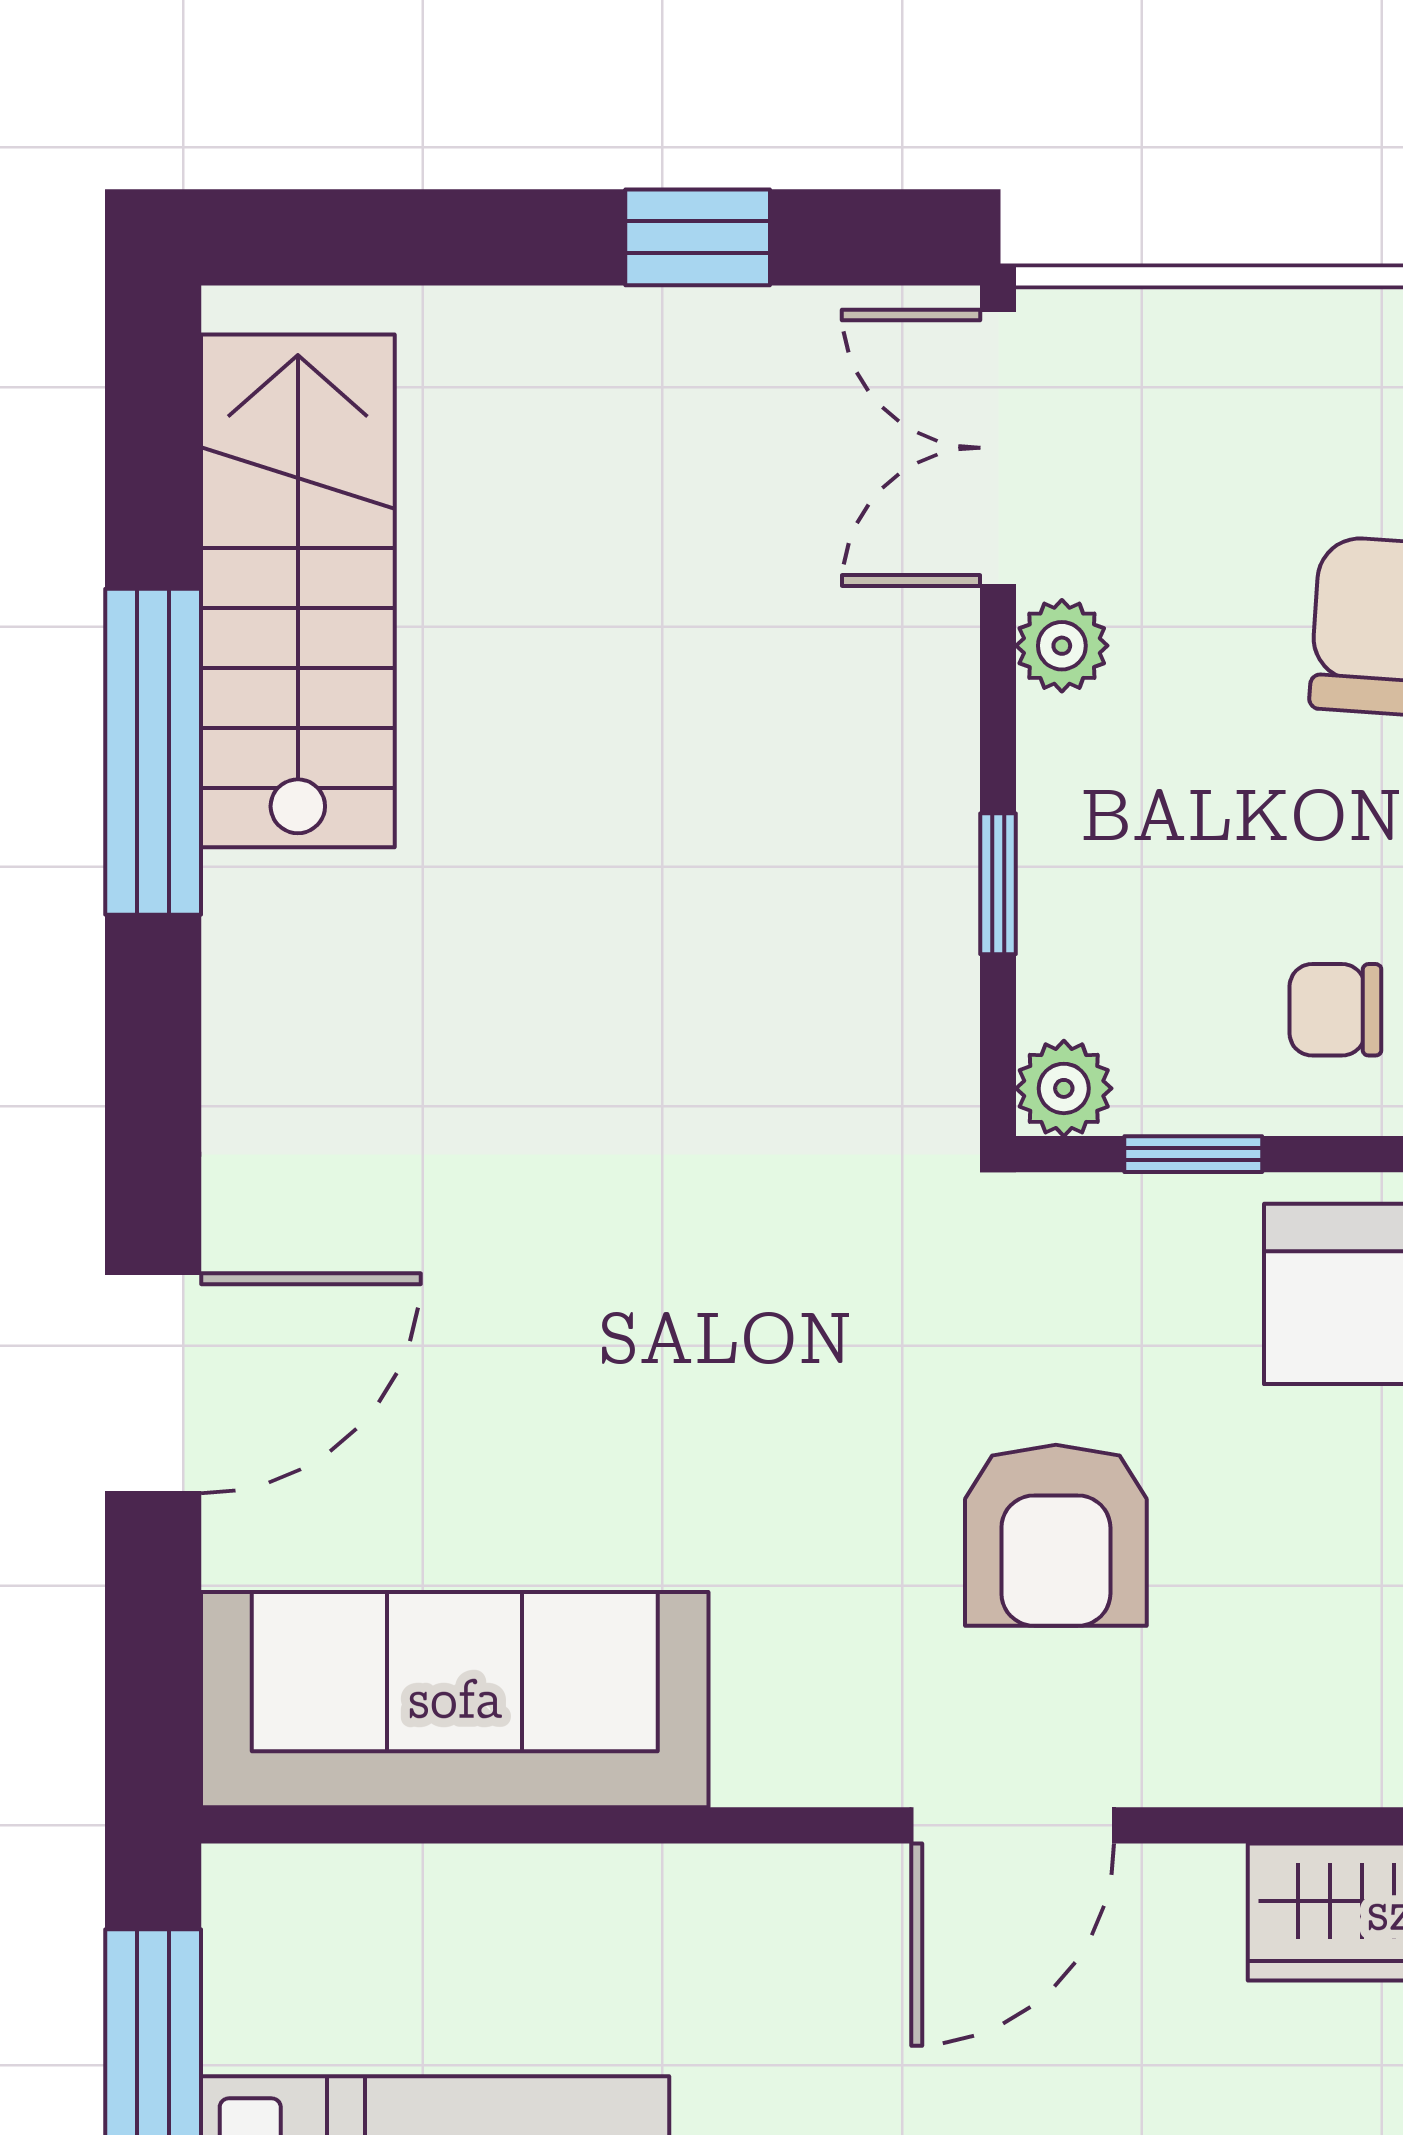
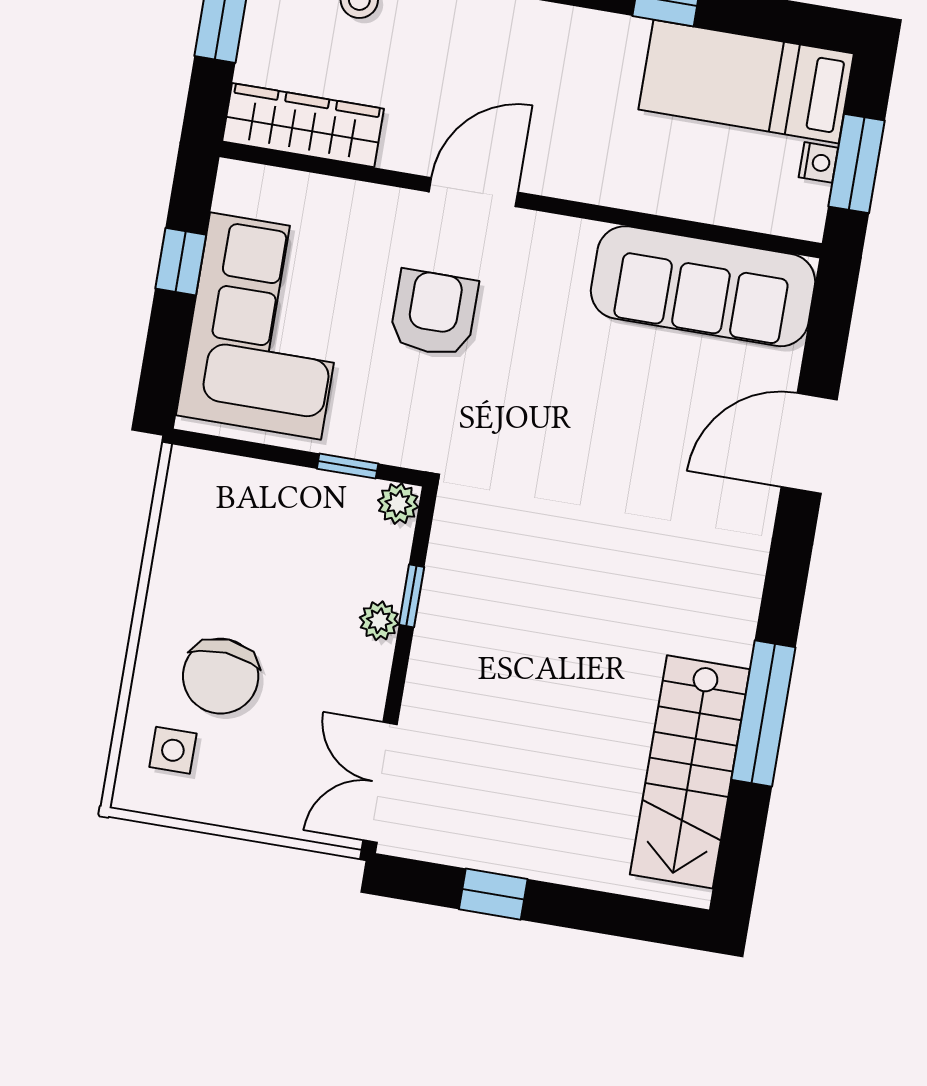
double door: (998, 448) -> (380, 782), swing flipped
plant: (1062, 646) -> (379, 621), moved
chair: (1335, 1010) -> (276, 518), removed
nightstand: (240, 2025) -> (818, 162), added

